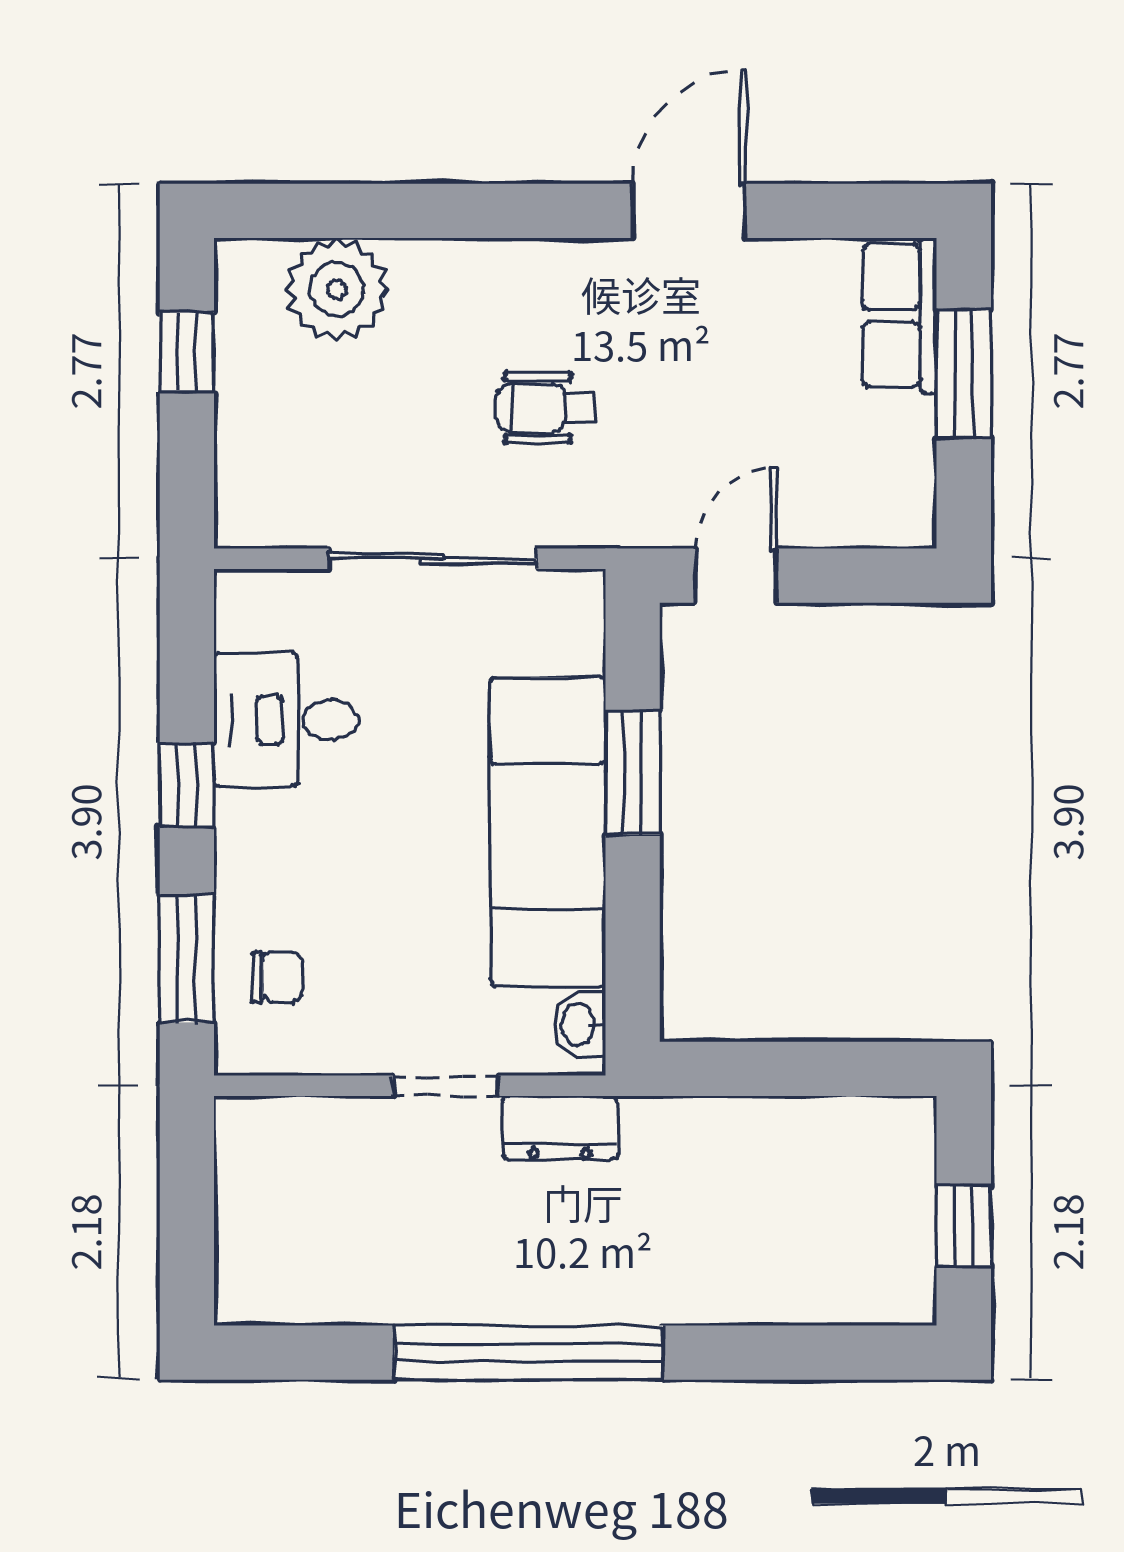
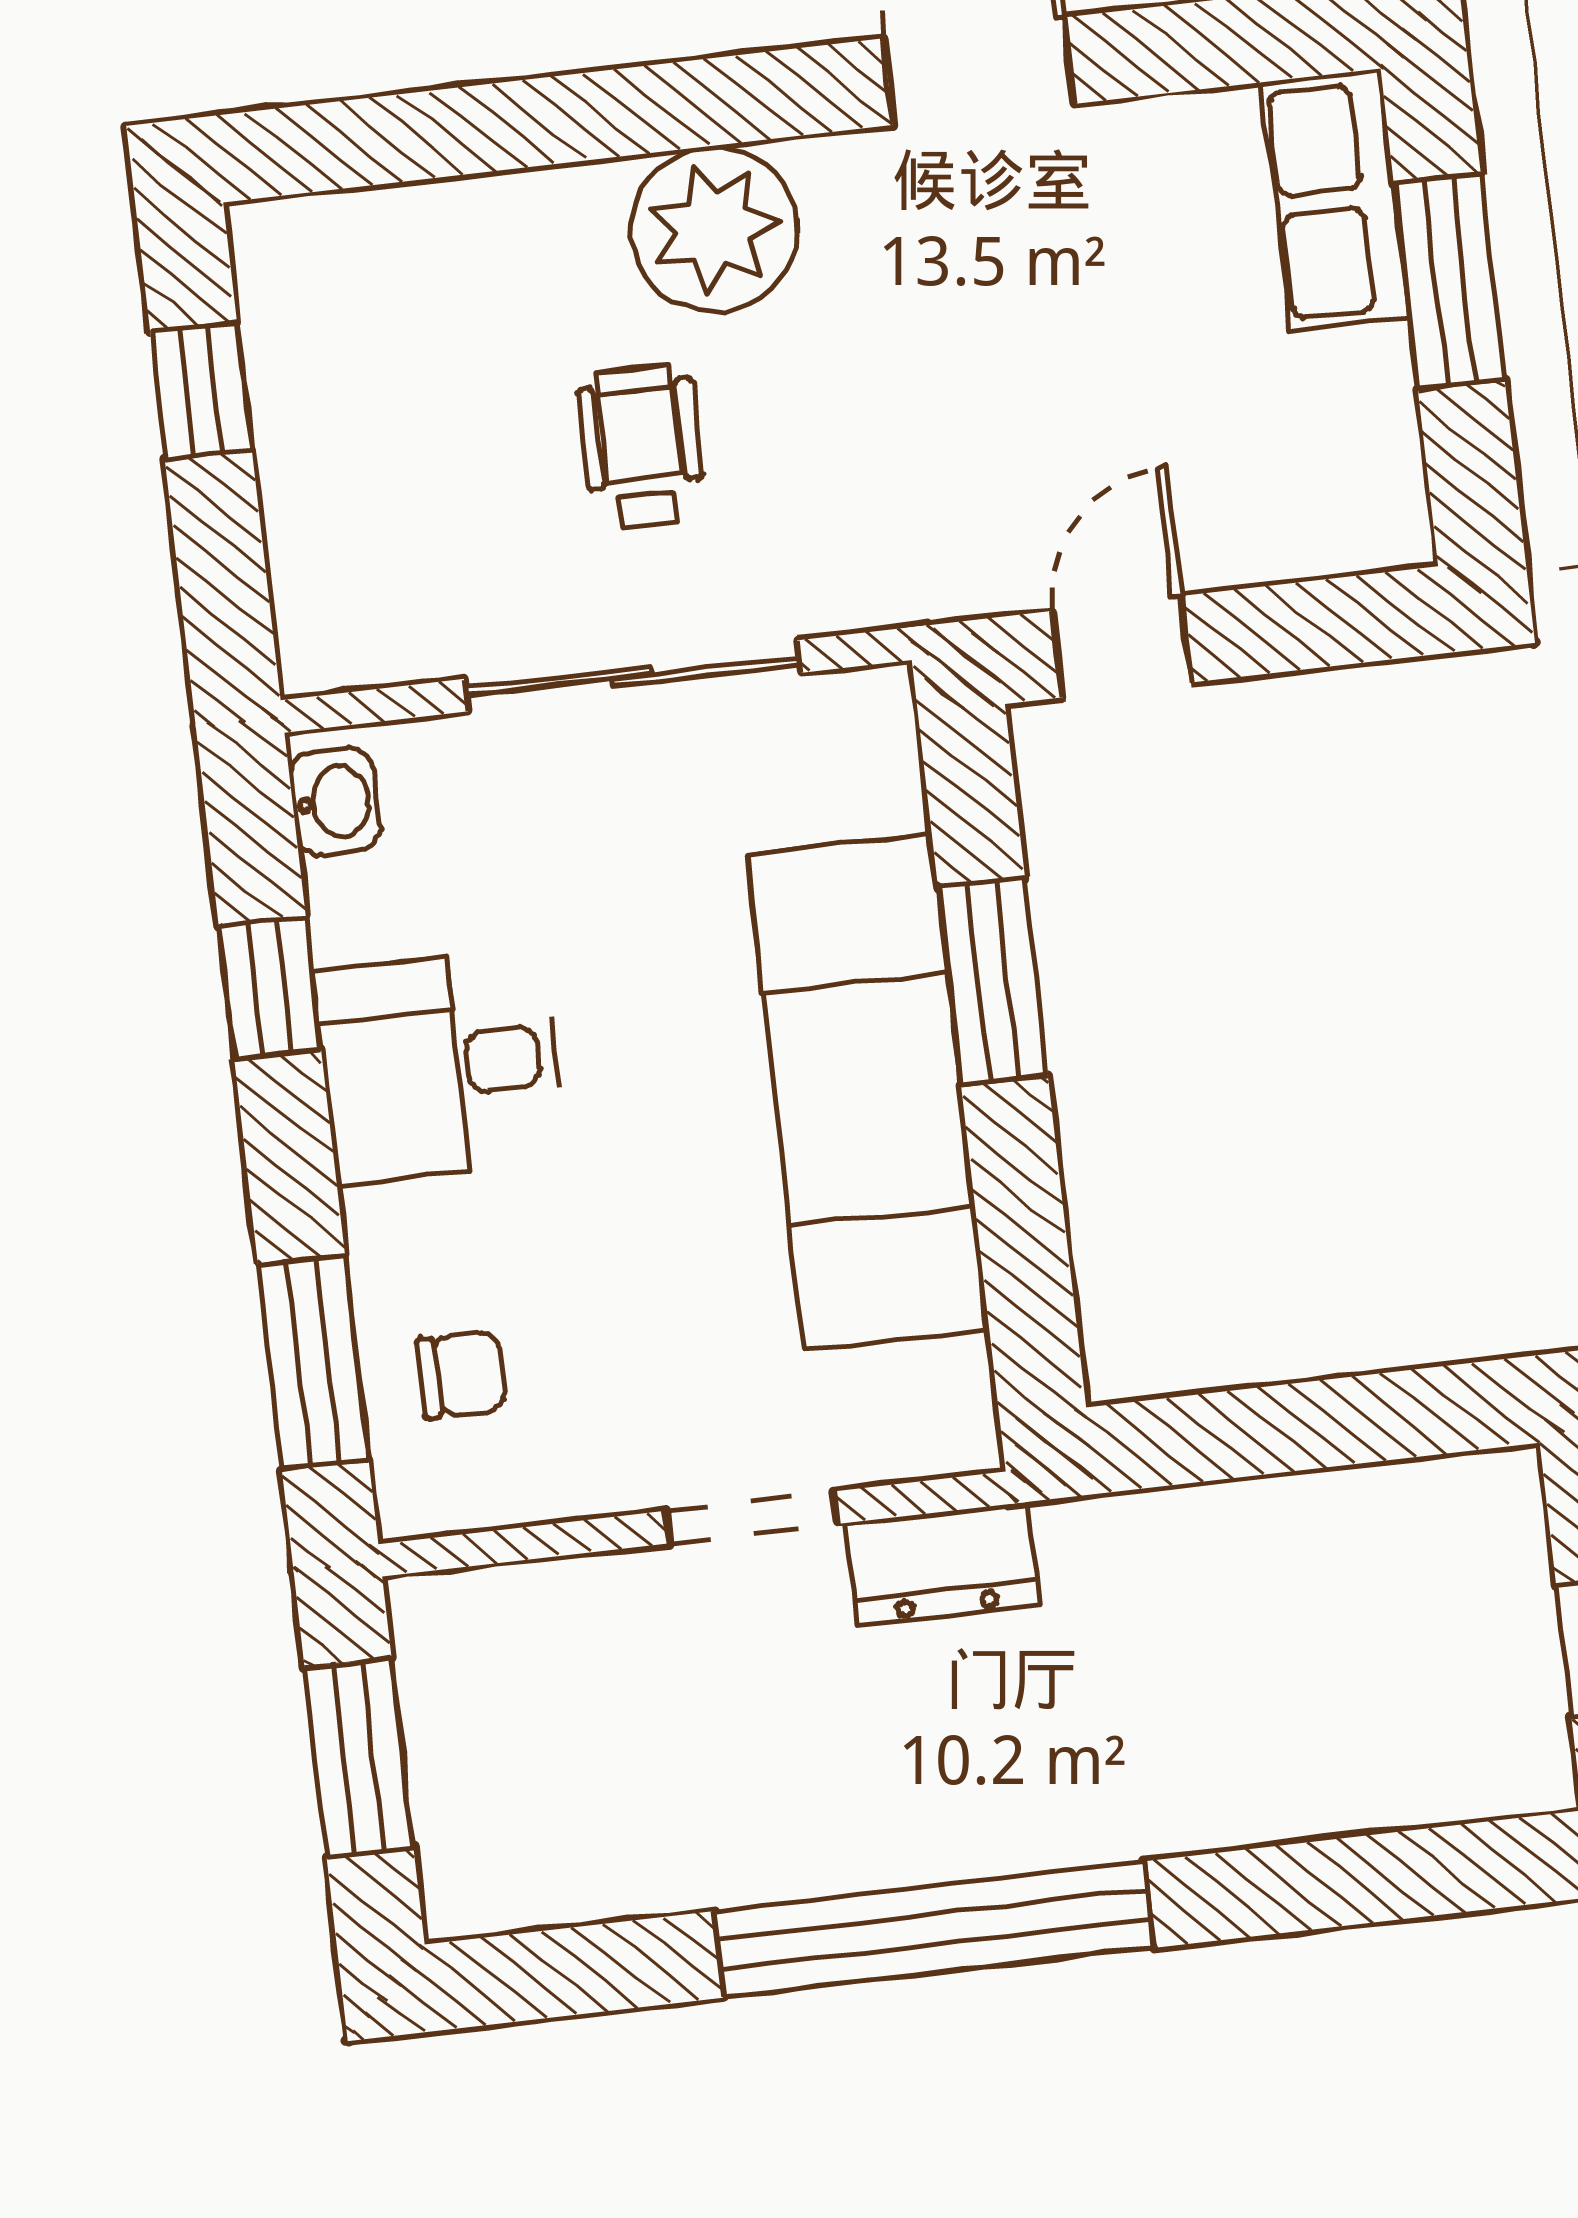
plant: (337, 289) -> (714, 229), moved
wheelchair: (546, 408) -> (641, 447), moved, turned 90
desk: (286, 720) -> (440, 1066), moved
window: (187, 785) -> (270, 988), moved
washbasin: (579, 1025) -> (335, 802), moved, turned 180
window: (187, 1205) -> (359, 1757), added

